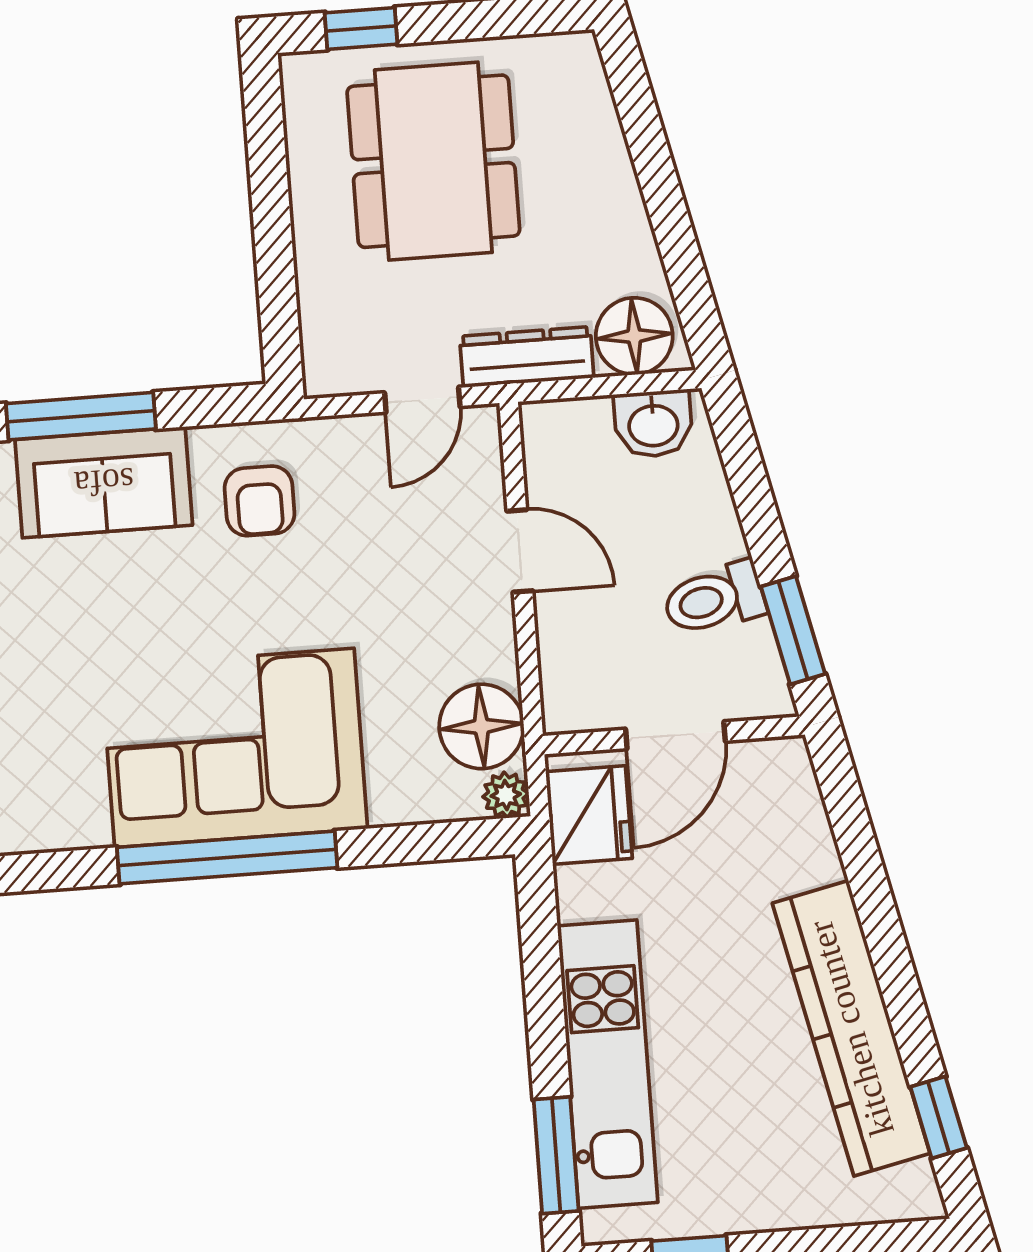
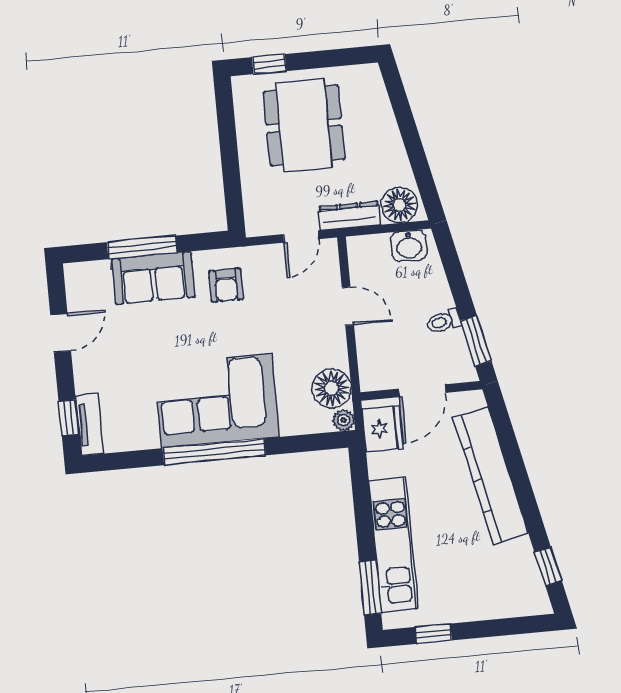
toilet: (714, 599) -> (444, 321), width x0.73, depth x0.72
kitchen counter: (851, 1028) -> (491, 476), moved

